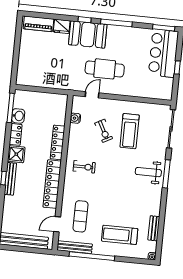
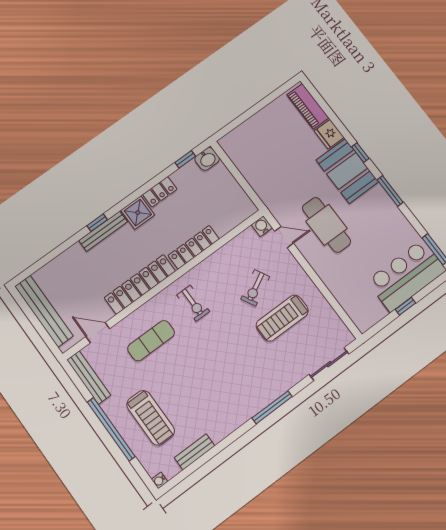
window: (116, 23) -> (390, 191), width x0.69
window: (11, 108) -> (185, 159), width x0.46
washbasin: (18, 116) -> (207, 159), moved
water cooler: (75, 118) -> (262, 226), moved
sliding door: (171, 129) -> (329, 364), width x0.73
weight bench: (148, 172) -> (255, 384), removed
exercise mat: (81, 216) -> (151, 341), moved
treadmill: (120, 235) -> (151, 418), turned 180
window: (92, 256) -> (111, 429), moved

